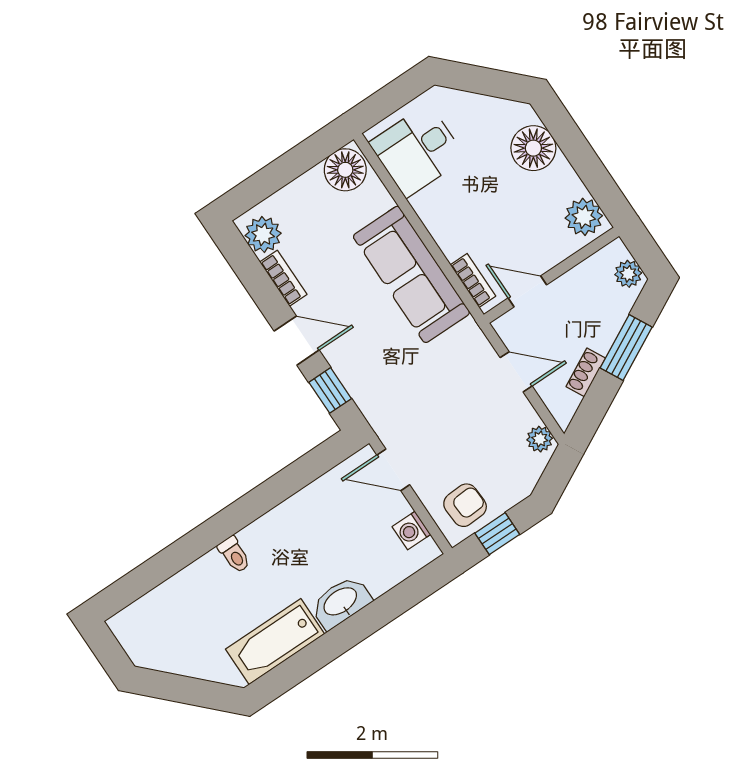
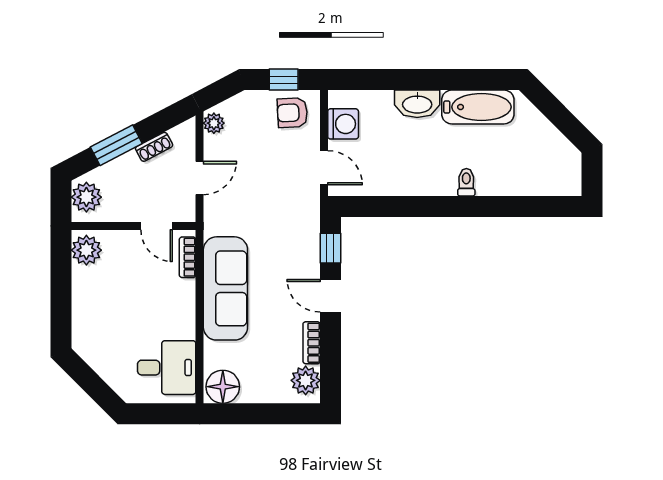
floor lamp: (533, 148) -> (89, 318), removed
plant: (628, 274) -> (86, 197), width x1.38, depth x1.38
door: (516, 372) -> (200, 178), swing flipped
washing machine: (411, 531) -> (343, 124), width x1.38, depth x1.38

